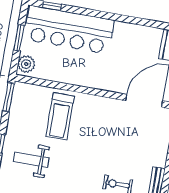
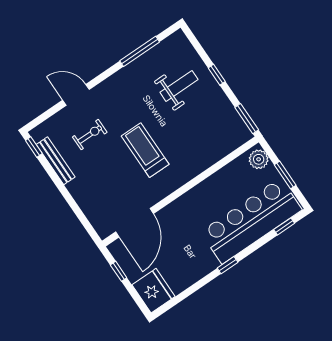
window: (111, 16) -> (228, 265), added
treadmill: (60, 116) -> (145, 150), moved

